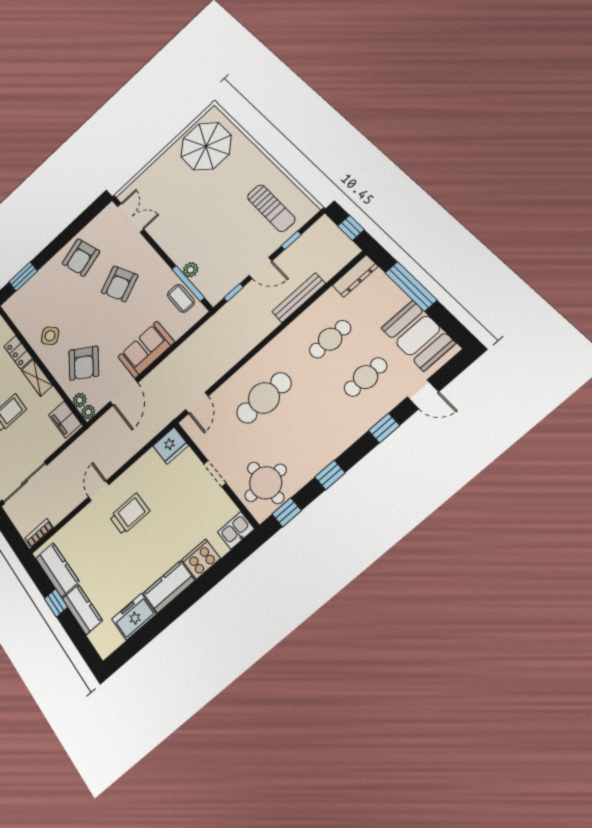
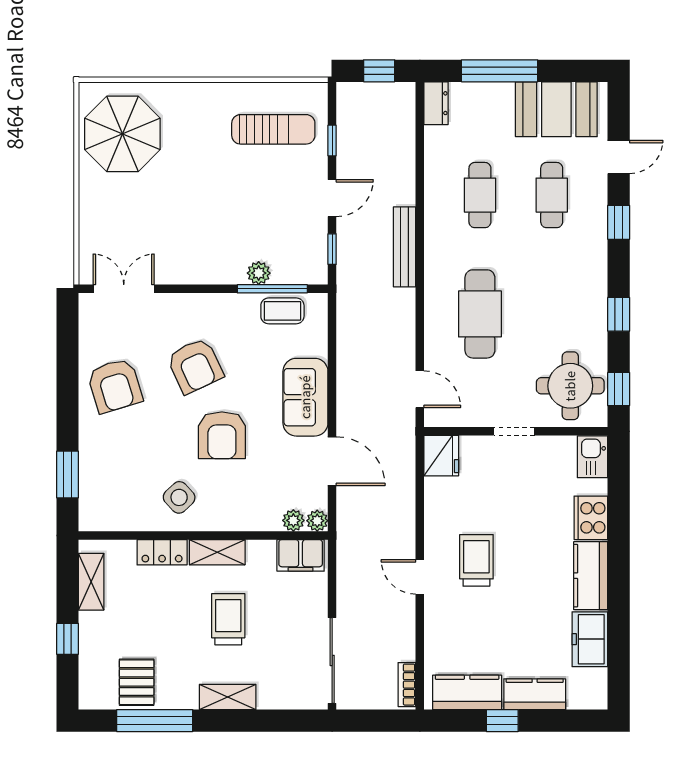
dresser: (355, 276) -> (436, 103), width x0.70
bench: (299, 298) -> (405, 247), moved
armchair: (84, 363) -> (222, 435), moved, turned 55

